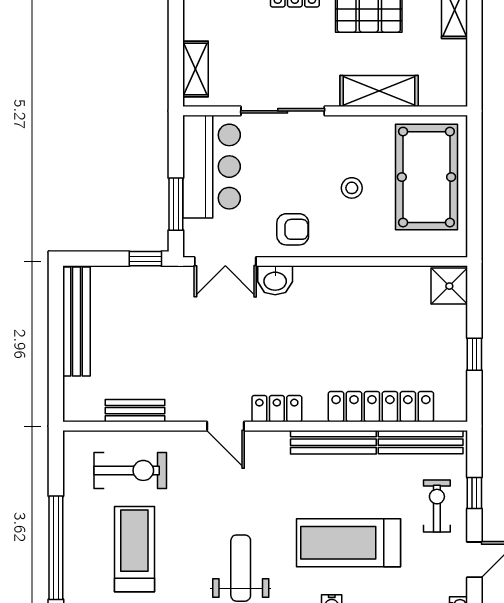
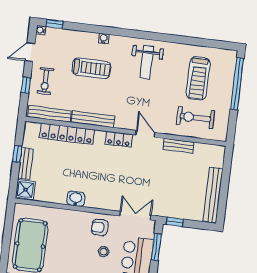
stool: (352, 188) -> (104, 252), moved
washbasin: (275, 280) -> (76, 199), moved
bench: (456, 337) -> (26, 164), added
bench: (135, 411) -> (178, 146), moved
treadmill: (349, 543) -> (91, 68), width x0.73, depth x0.73

